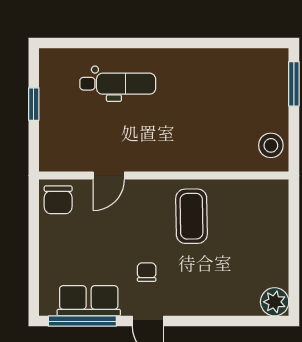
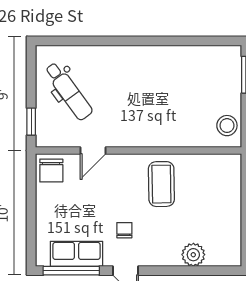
dental chair: (118, 84) -> (69, 91), moved, turned 54
window: (34, 104) -> (31, 122), moved
plant: (275, 302) -> (193, 255), moved

